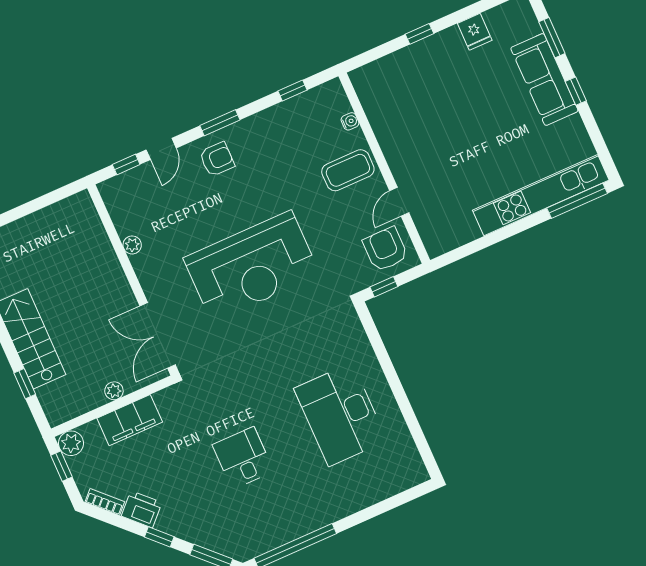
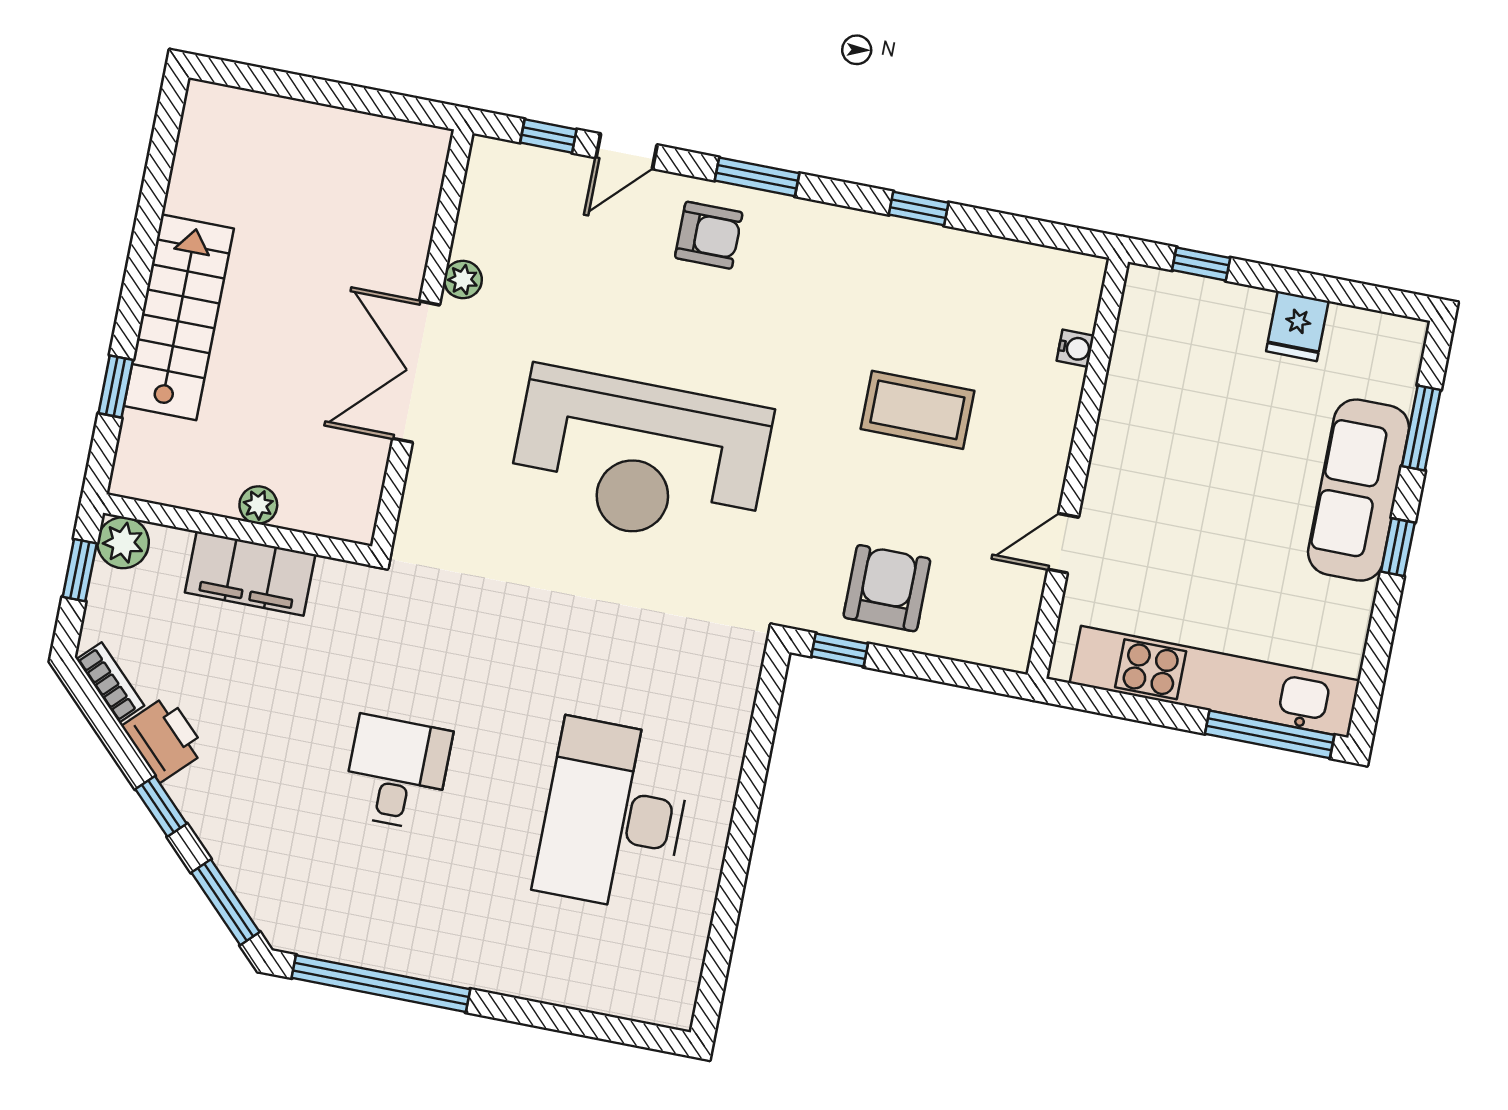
water cooler: (350, 121) -> (1075, 348), moved
wall: (384, 168) -> (1078, 468), moved
door: (399, 202) -> (1063, 543), moved
double door: (158, 335) -> (416, 372), moved

